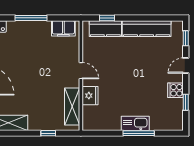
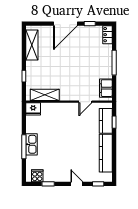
door: (81, 71) -> (85, 102), moved
cooker: (176, 90) -> (37, 176), moved
fridge: (90, 96) -> (33, 109), moved

